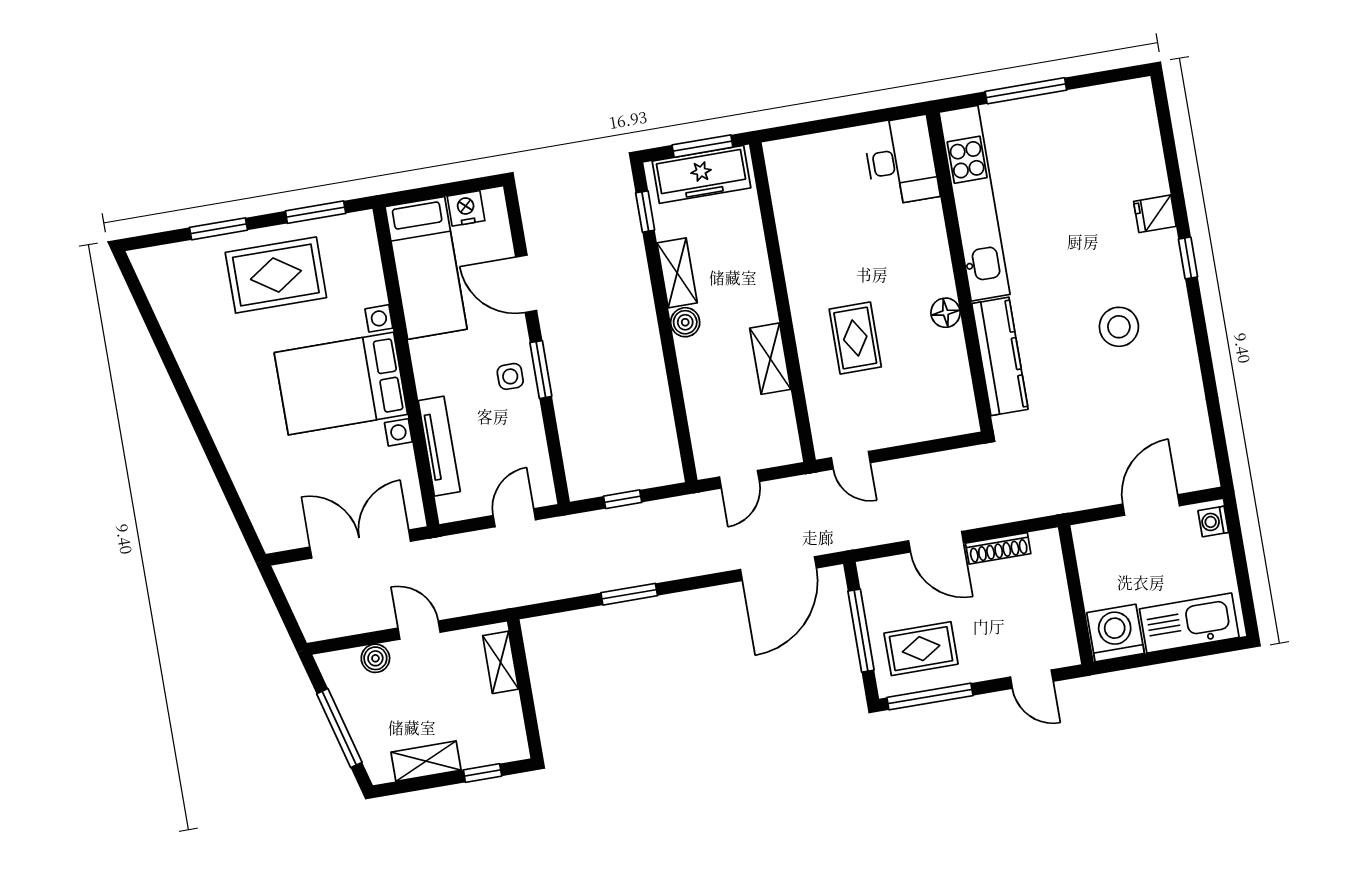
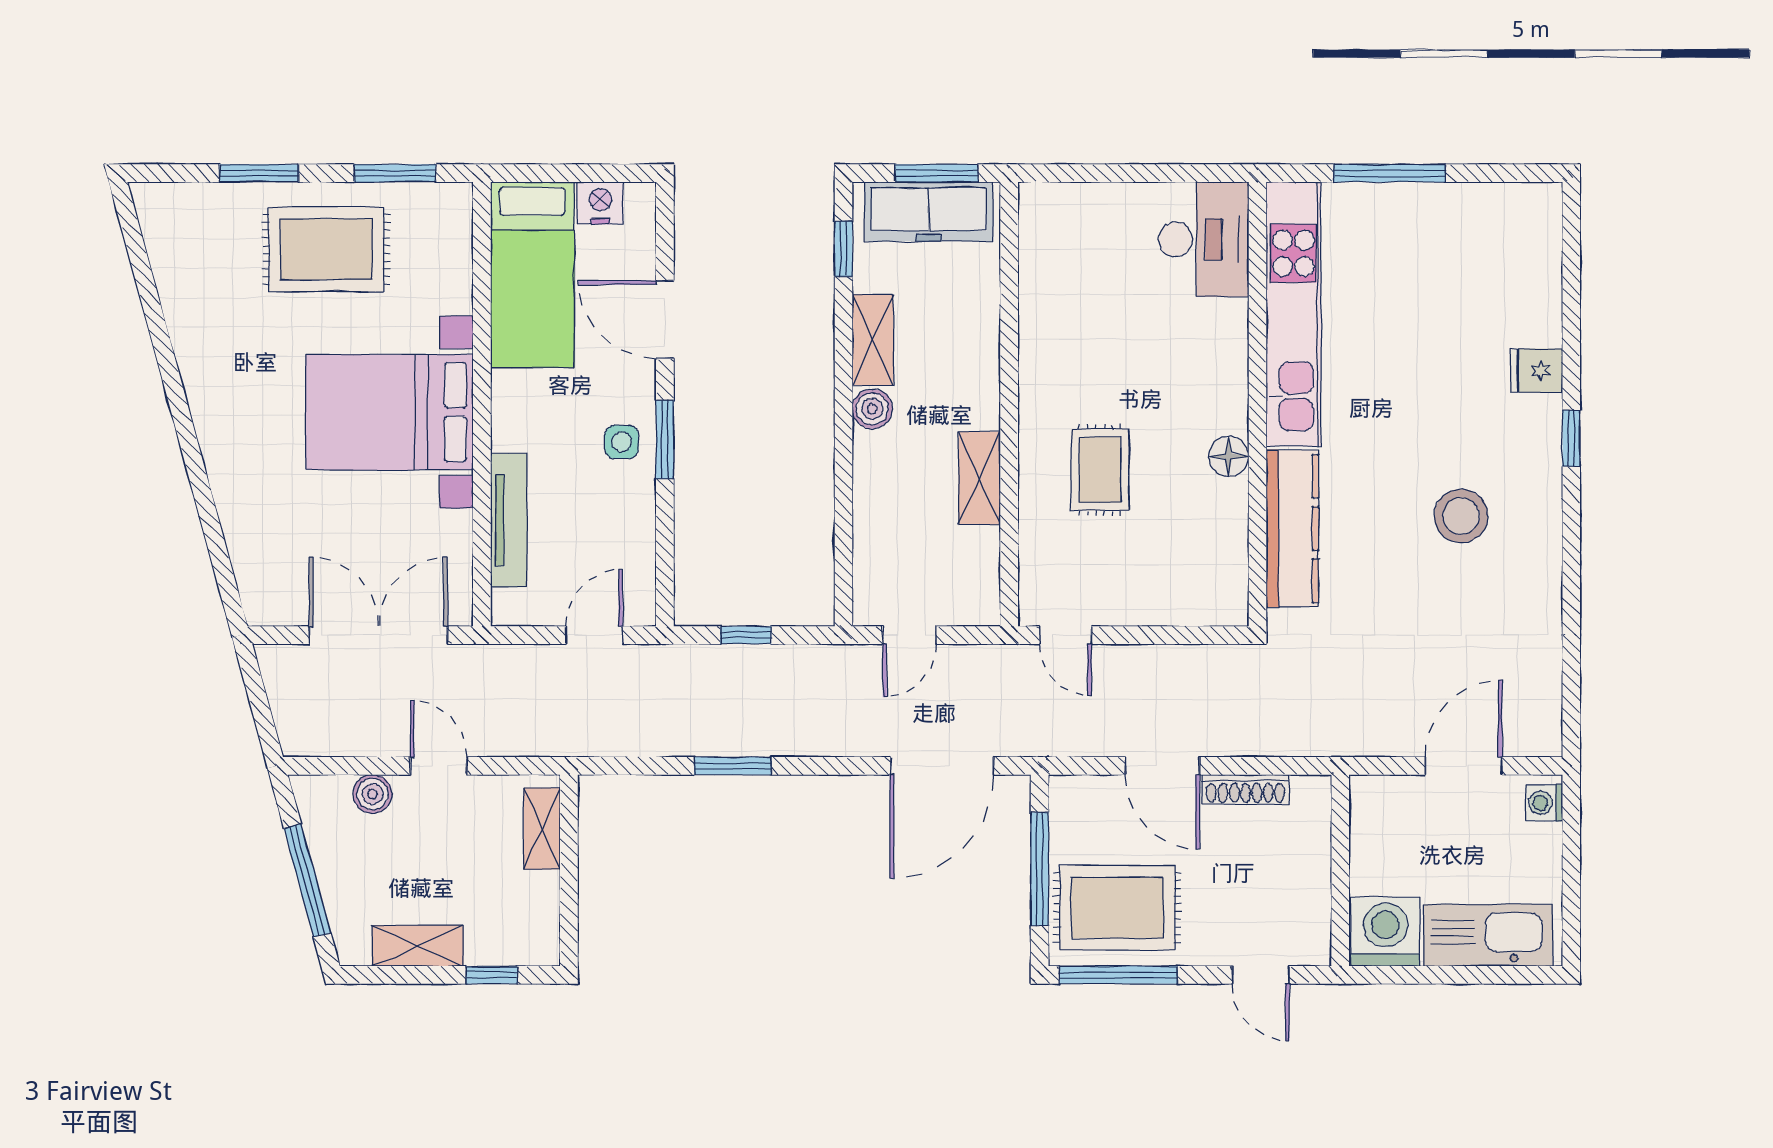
rug: (921, 649) -> (1117, 908), width x1.36, depth x1.43

